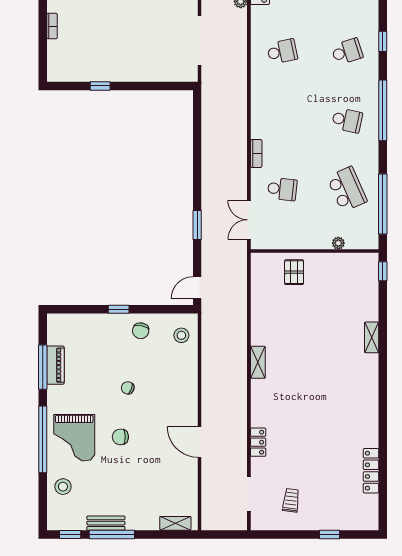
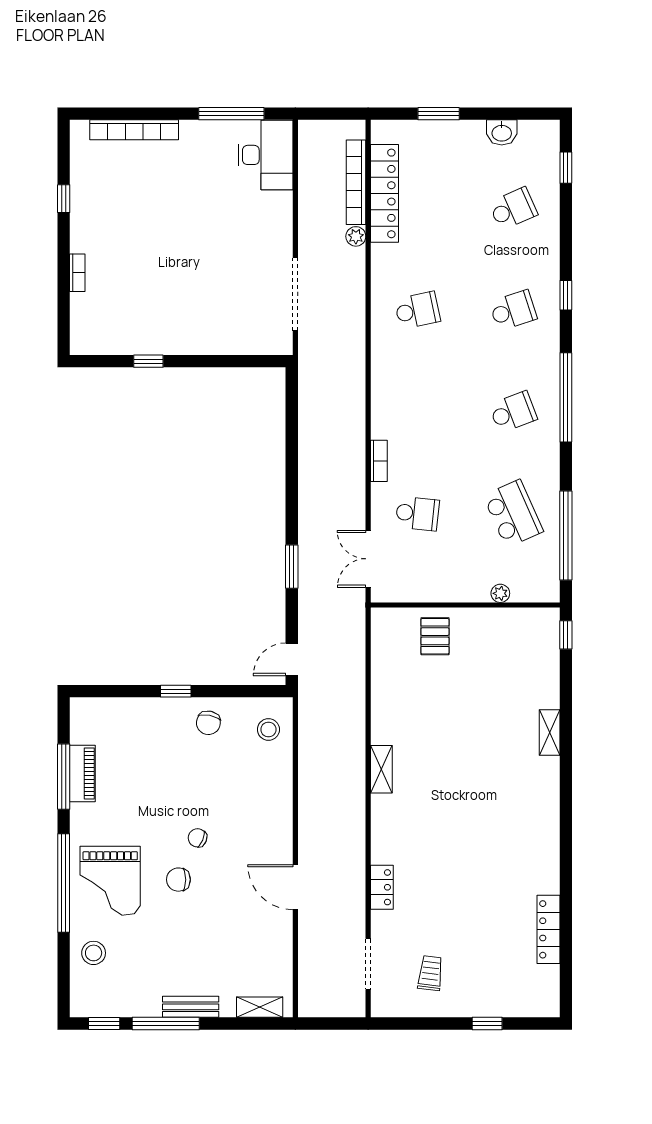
school desk: (347, 120) -> (513, 412), turned -33
chair: (128, 388) -> (198, 838), moved
bench: (106, 523) -> (191, 1007), moved

